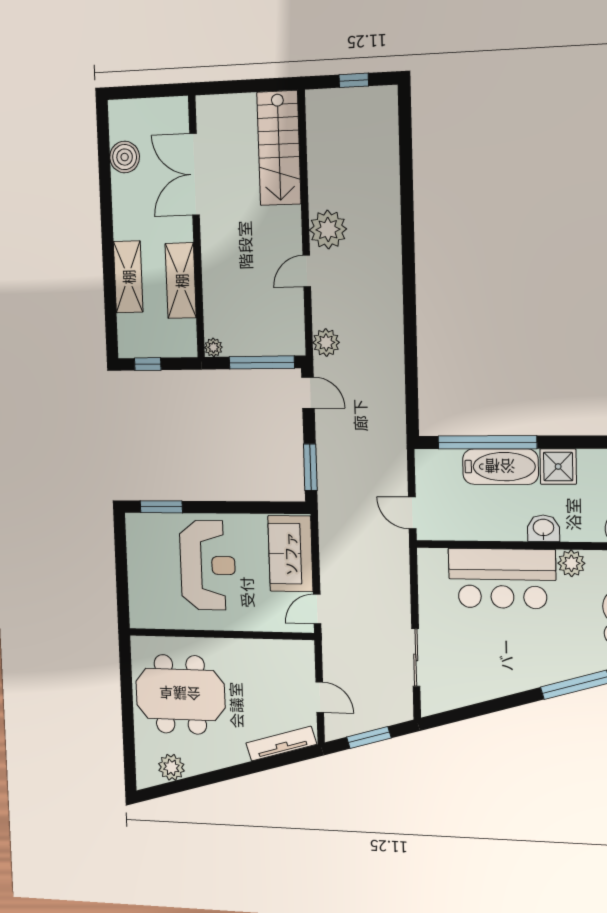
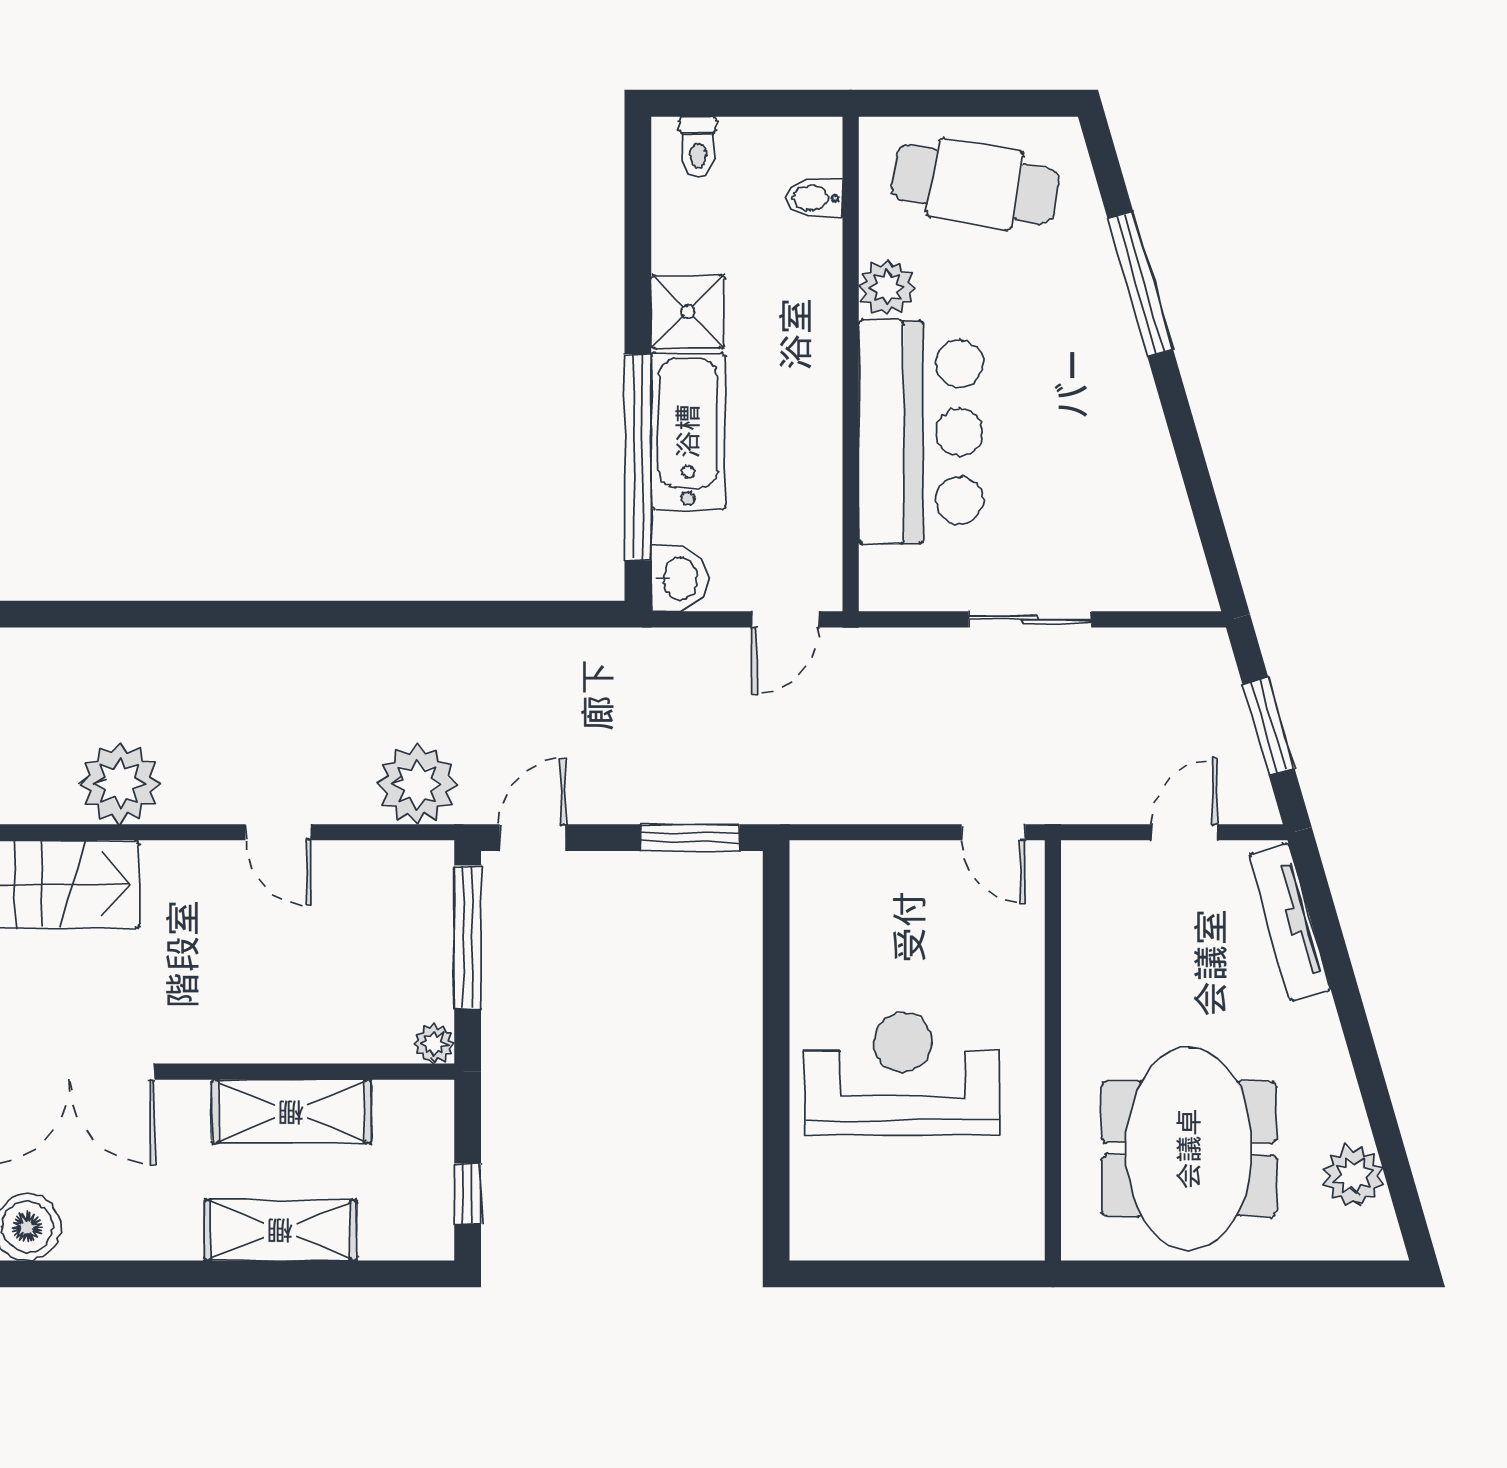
plant: (328, 230) -> (120, 784), moved
plant: (326, 343) -> (417, 784), width x1.36, depth x1.36
window: (161, 507) -> (776, 1176), removed
washbasin: (543, 528) -> (679, 579), moved, turned 180
sofa: (290, 554) -> (875, 887), removed
sliding door: (416, 657) -> (1030, 619), moved

